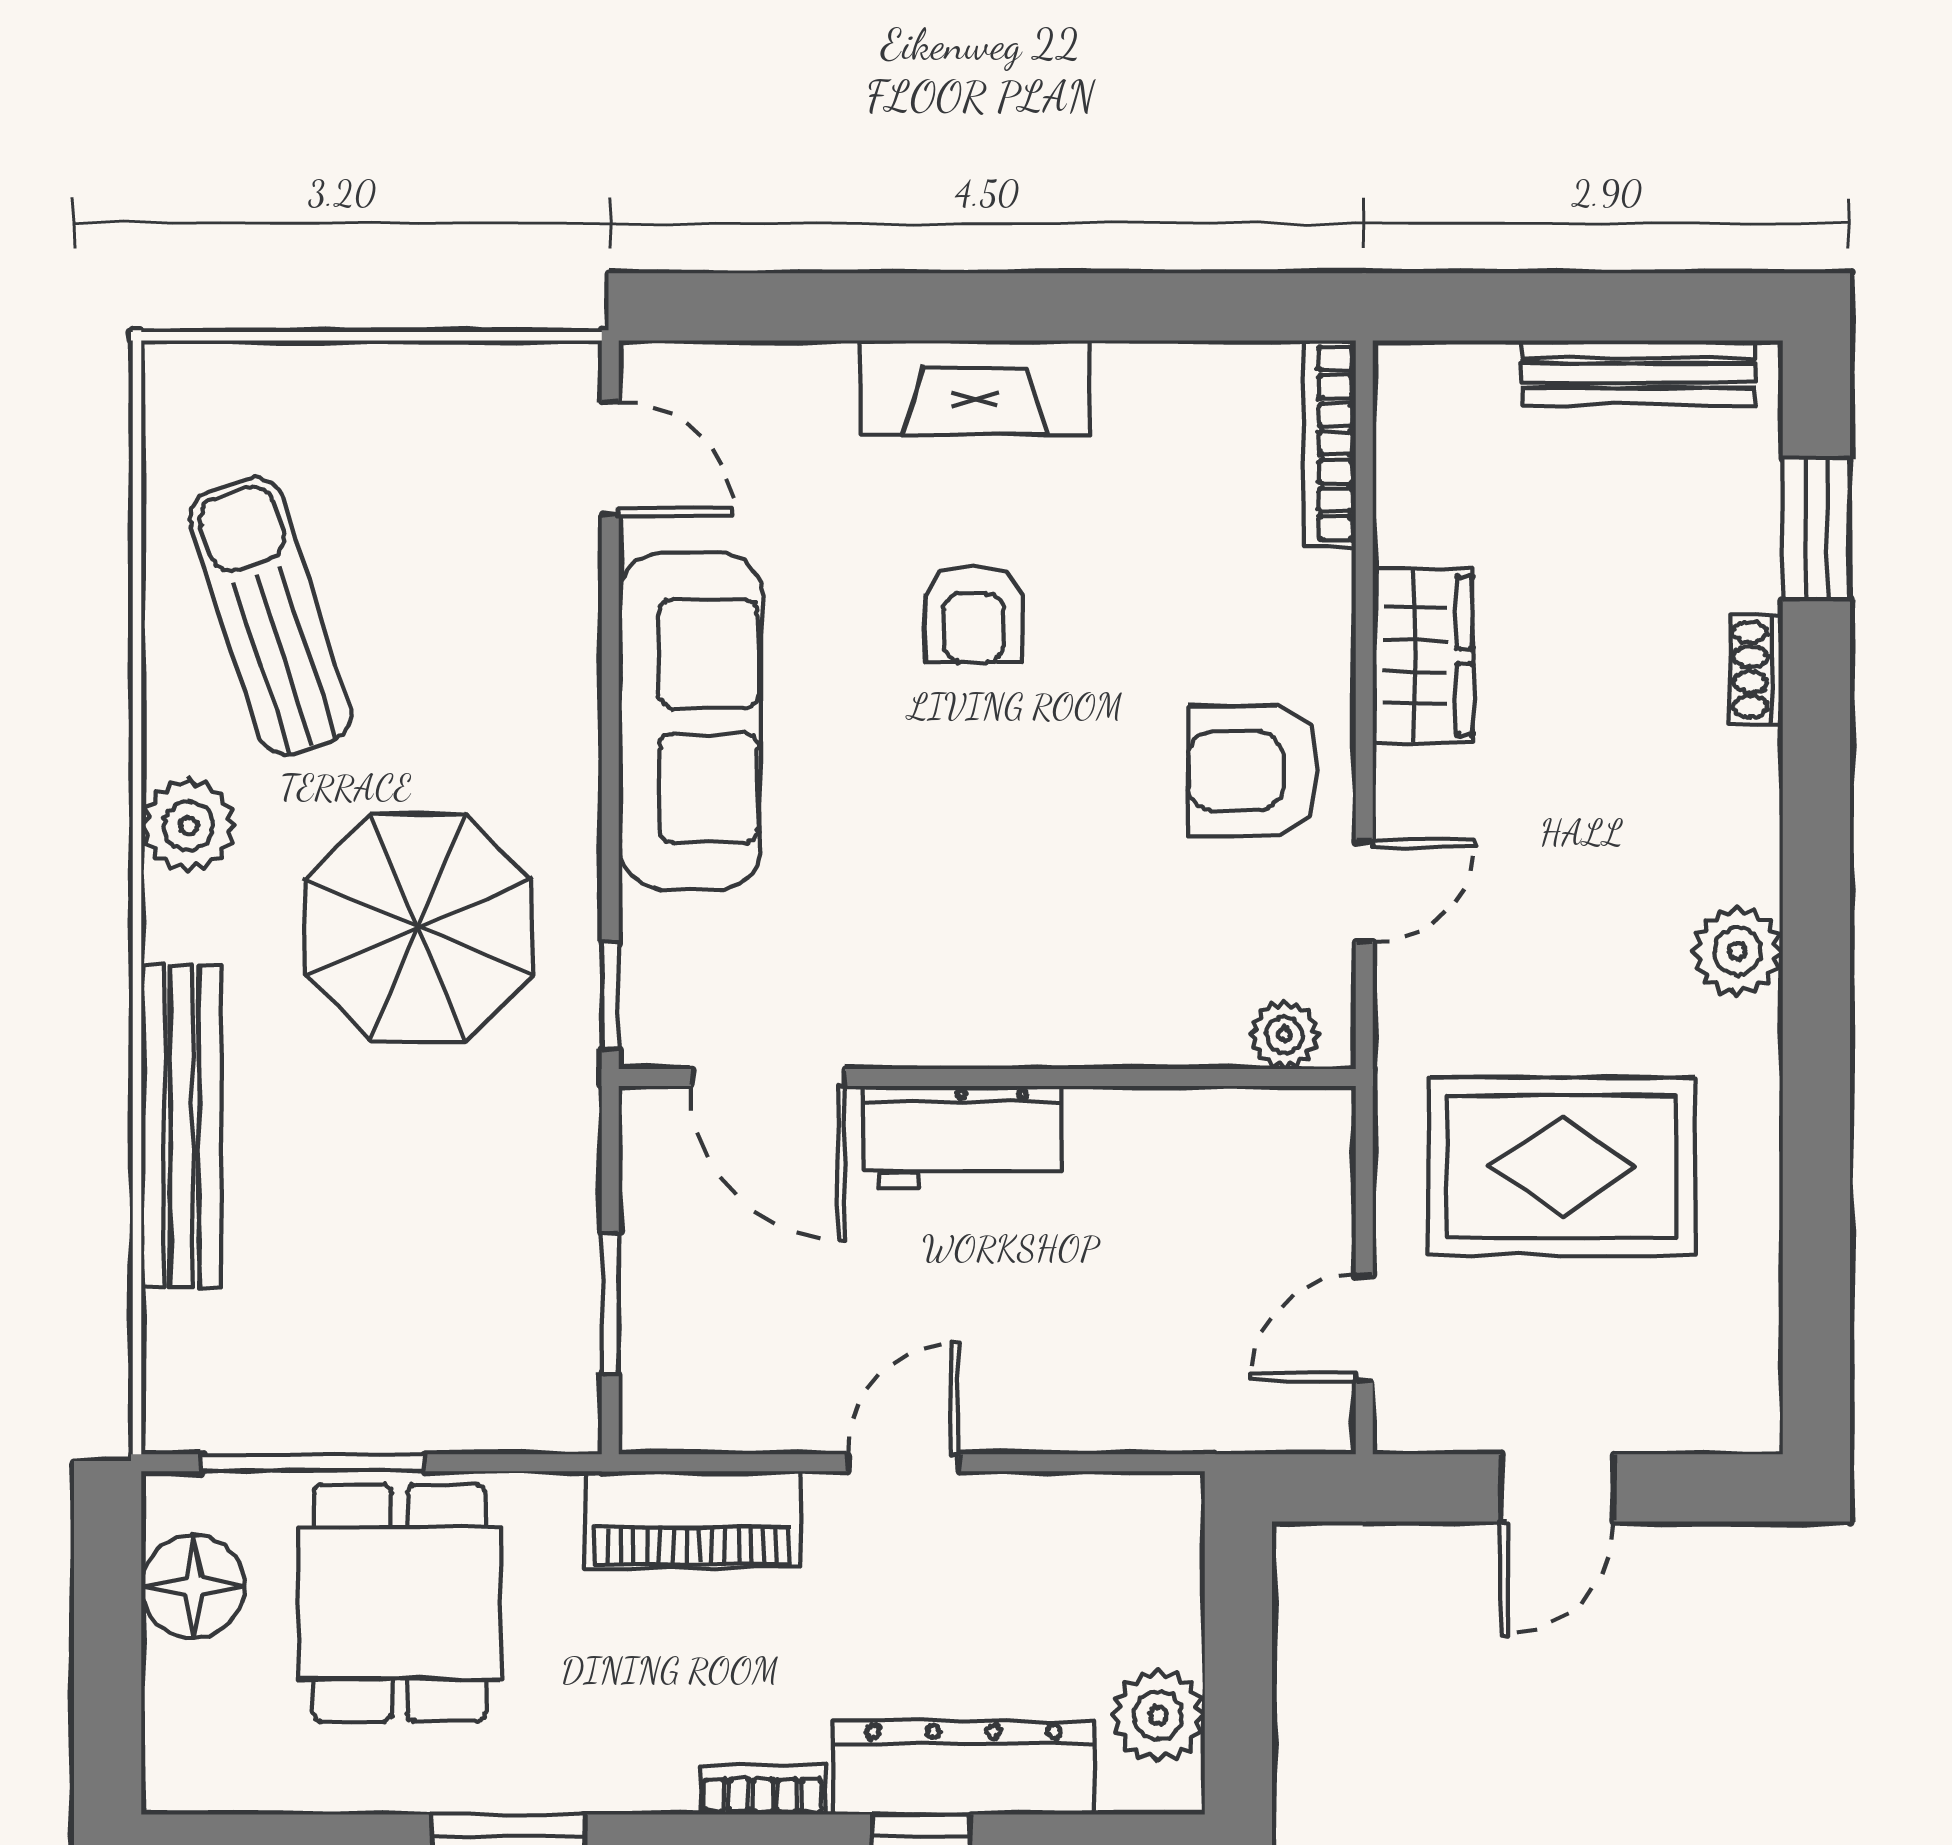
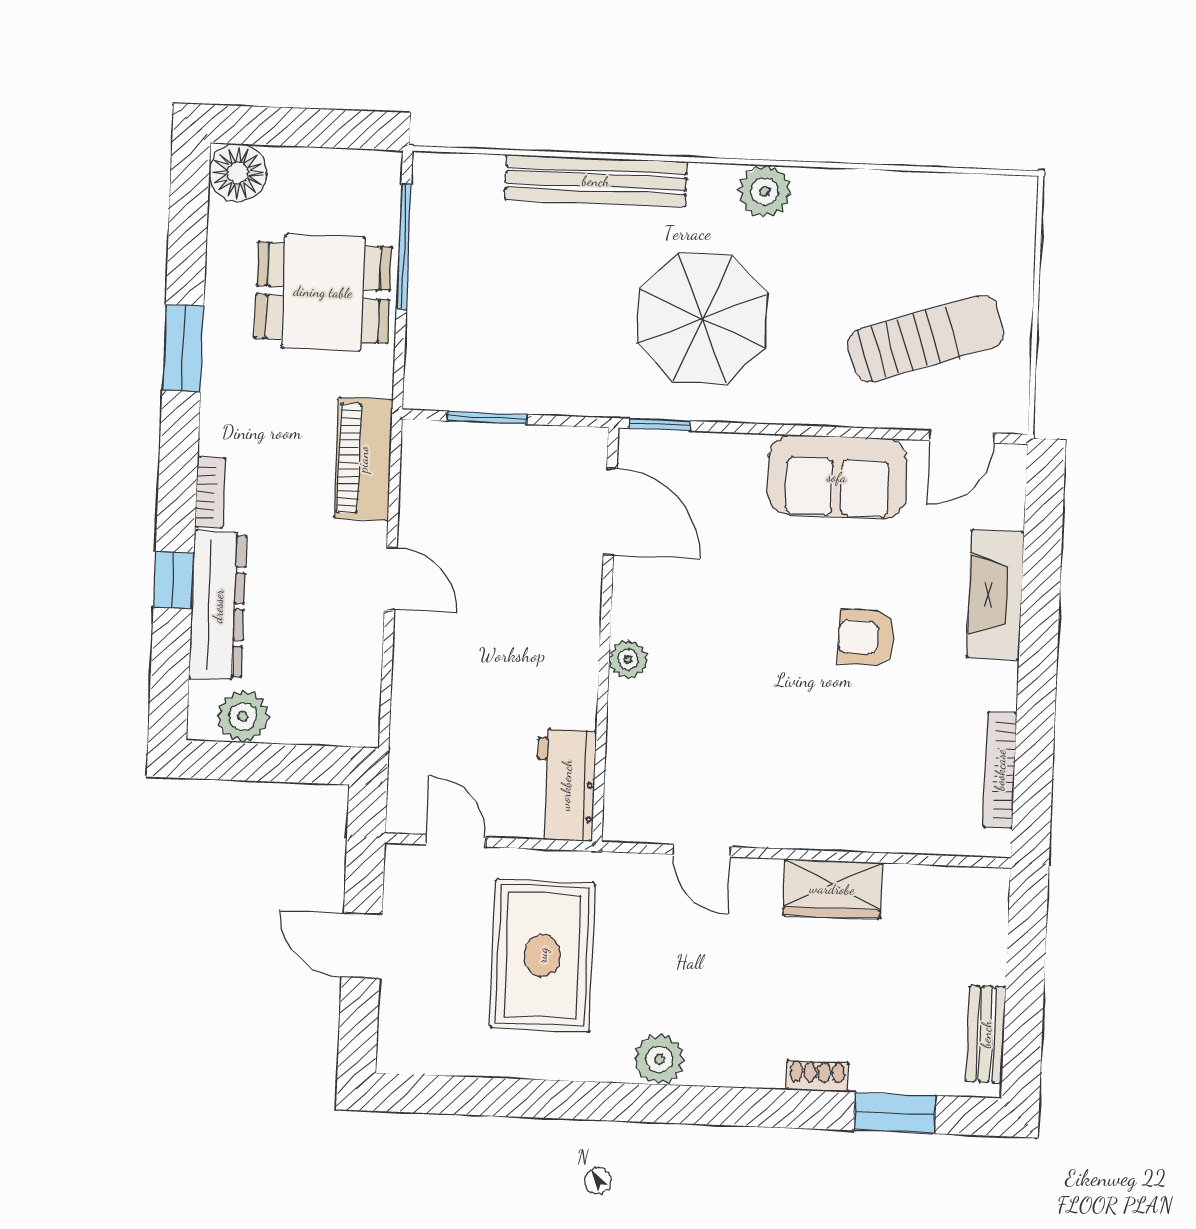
bench: (1638, 373) -> (986, 1034), width x0.73
fireplace: (975, 388) -> (995, 595), moved
bookcase: (1329, 443) -> (1000, 770), moved, turned -90
sun lounger: (271, 616) -> (926, 339), moved
sofa: (690, 721) -> (837, 477), width x0.73
armchair: (1253, 771) -> (771, 791), removed
plant: (1285, 1035) -> (628, 659), moved
door: (768, 1078) -> (610, 511), swing flipped
workbench: (962, 1137) -> (566, 785), moved
floor lamp: (193, 1587) -> (238, 173), moved

